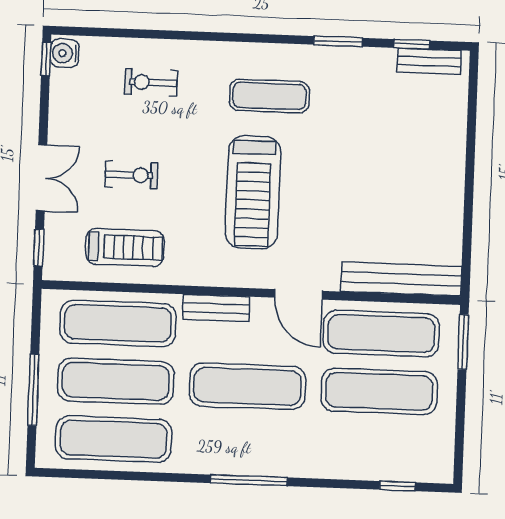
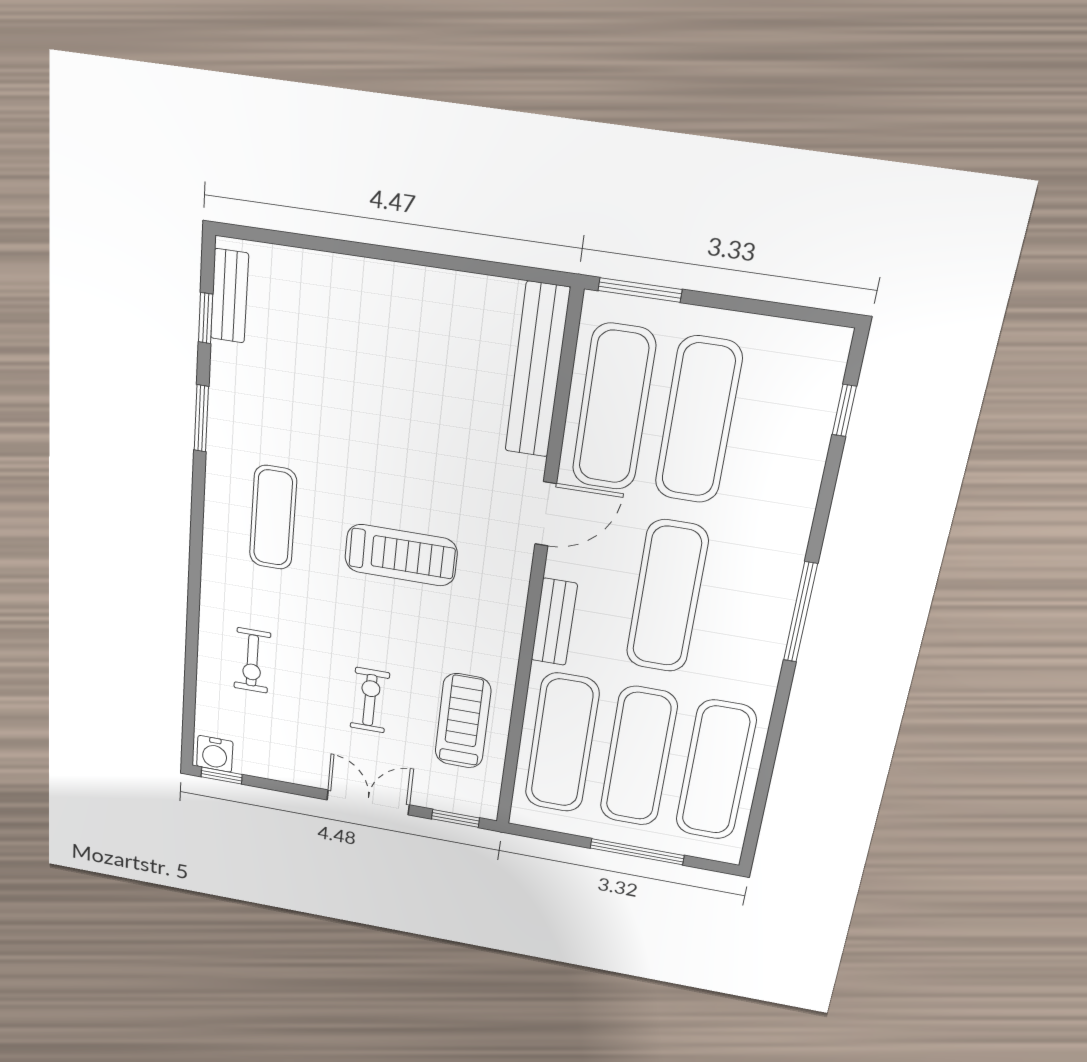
treadmill: (253, 192) -> (401, 555), width x0.73, depth x0.73

